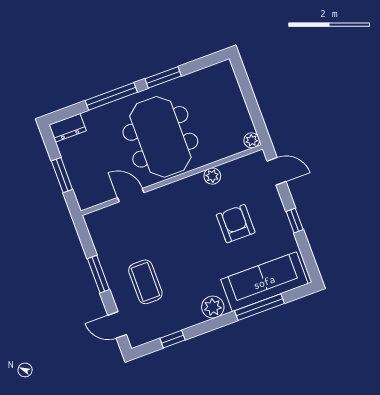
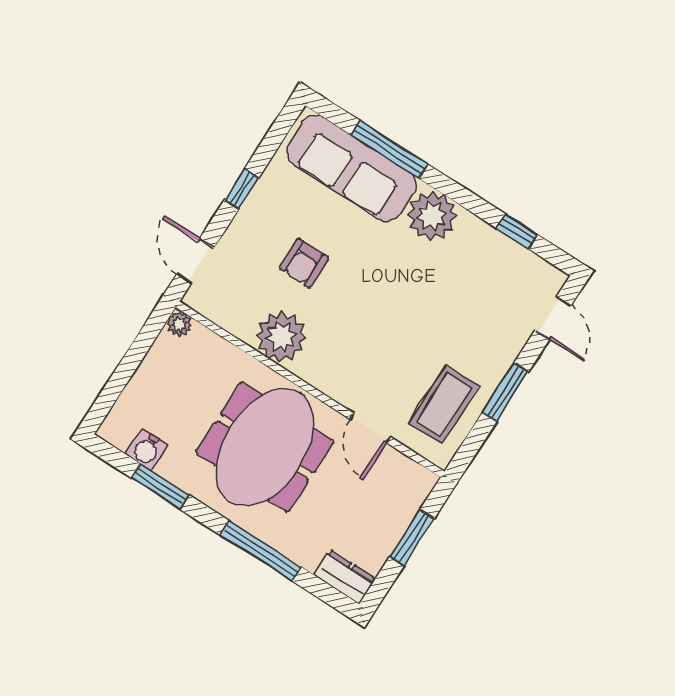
window: (163, 77) -> (160, 486), moved
water cooler: (203, 78) -> (147, 449), added
plant: (212, 176) -> (281, 337), width x1.88, depth x1.88
armchair: (236, 224) -> (304, 263), width x0.72, depth x0.72
coffee table: (145, 282) -> (444, 405), moved
plant: (213, 307) -> (432, 216), width x1.36, depth x1.36

